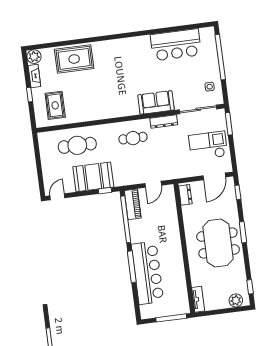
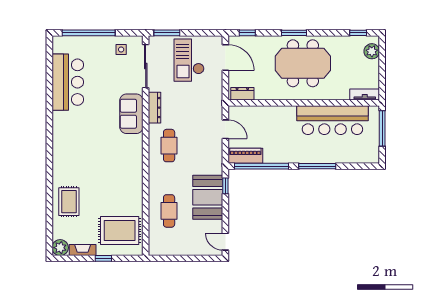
rug: (74, 59) -> (69, 202), width x0.73, depth x0.70
rug: (55, 105) -> (120, 230), width x1.36, depth x1.43
cafe table: (77, 145) -> (169, 211), width x0.73, depth x0.74
bar counter: (148, 273) -> (332, 120), moved, turned 180

